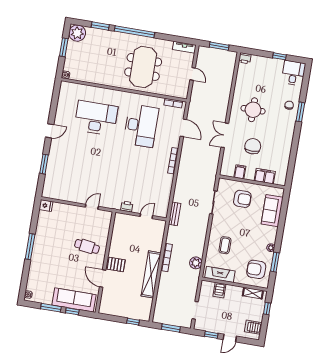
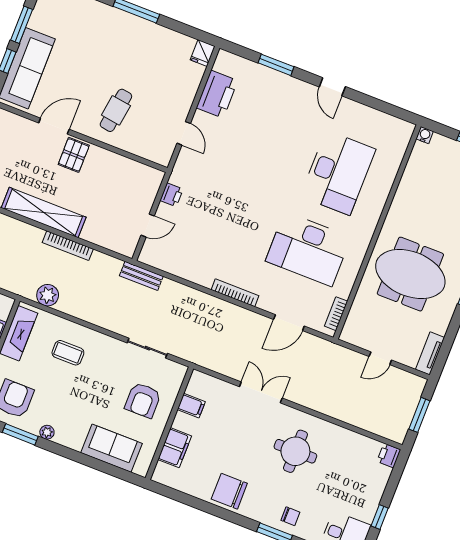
chair: (253, 146) -> (229, 491), moved, turned 180
printer: (67, 193) -> (217, 94), added
door: (146, 216) -> (148, 226), hinge flipped

